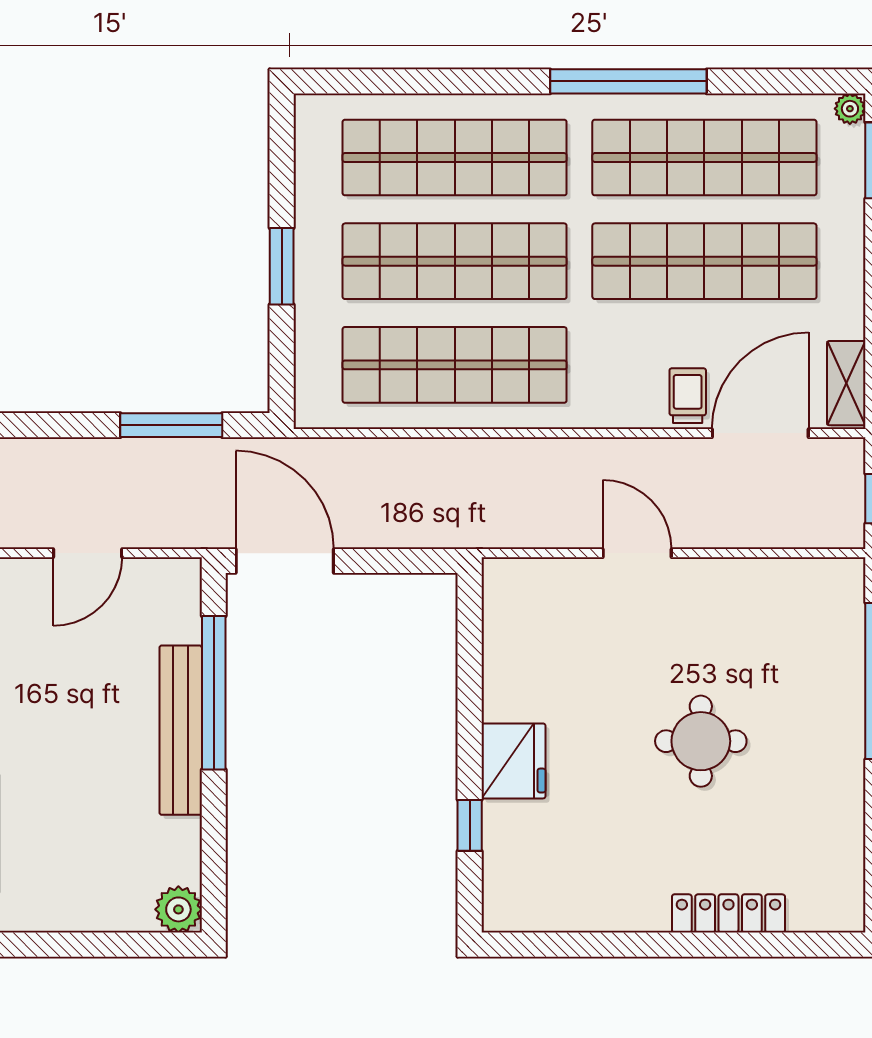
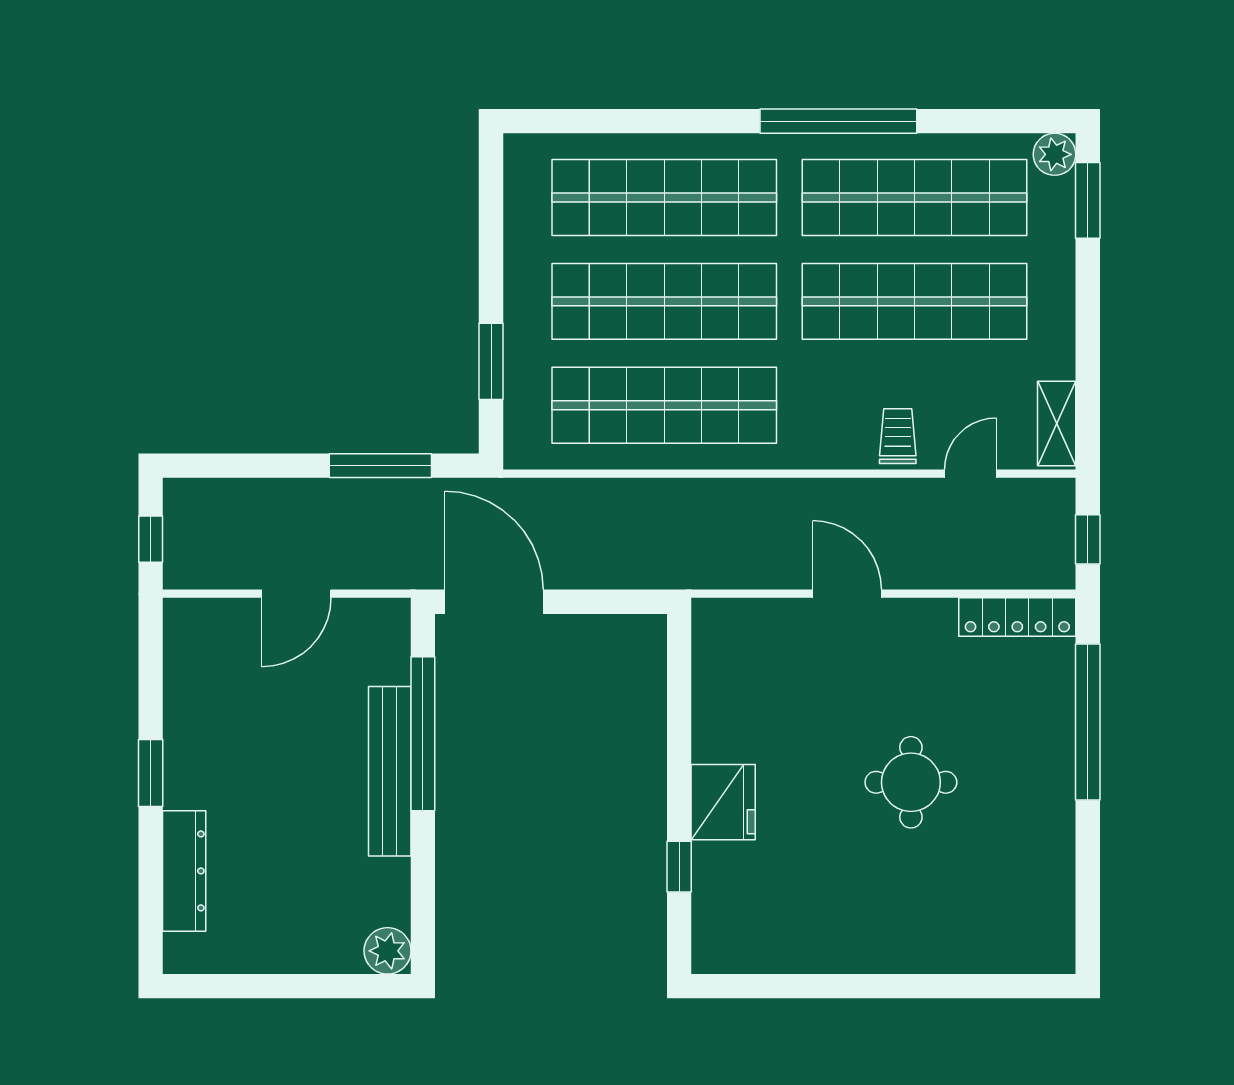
plant: (850, 109) -> (1055, 154), width x1.38, depth x1.38
window: (282, 266) -> (491, 361), moved
door: (760, 433) -> (970, 474), width x0.53
locker: (728, 913) -> (1017, 617), moved, turned 180

